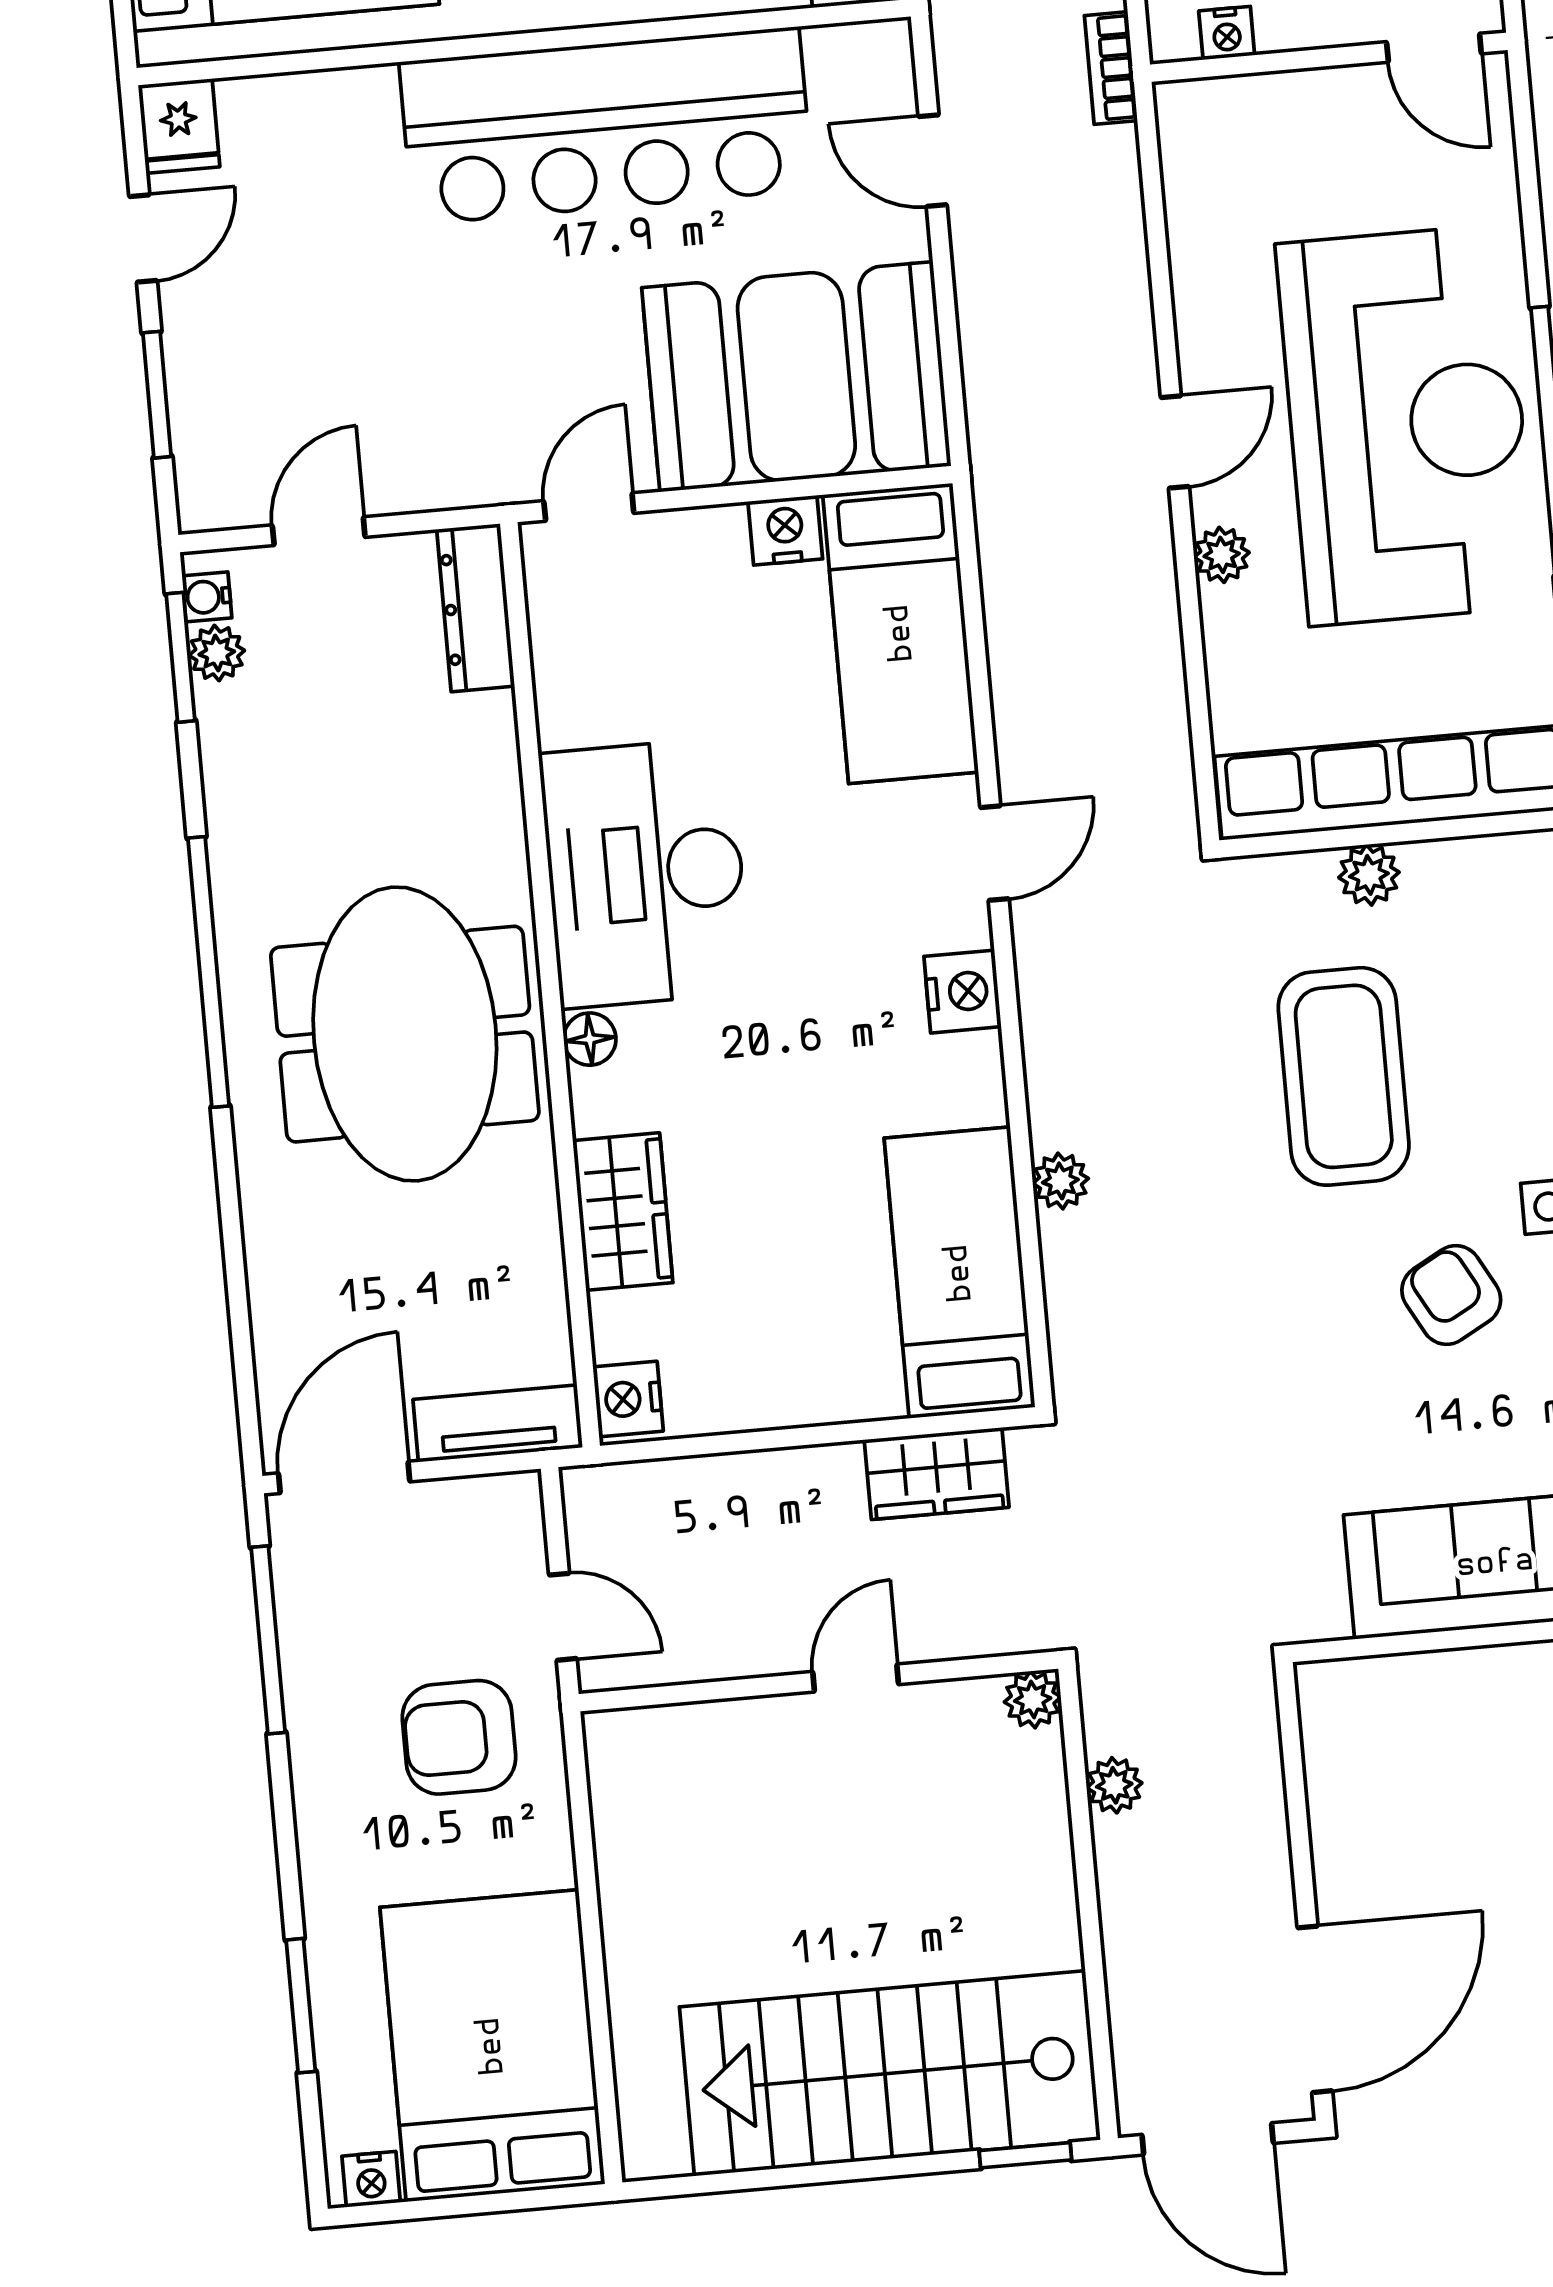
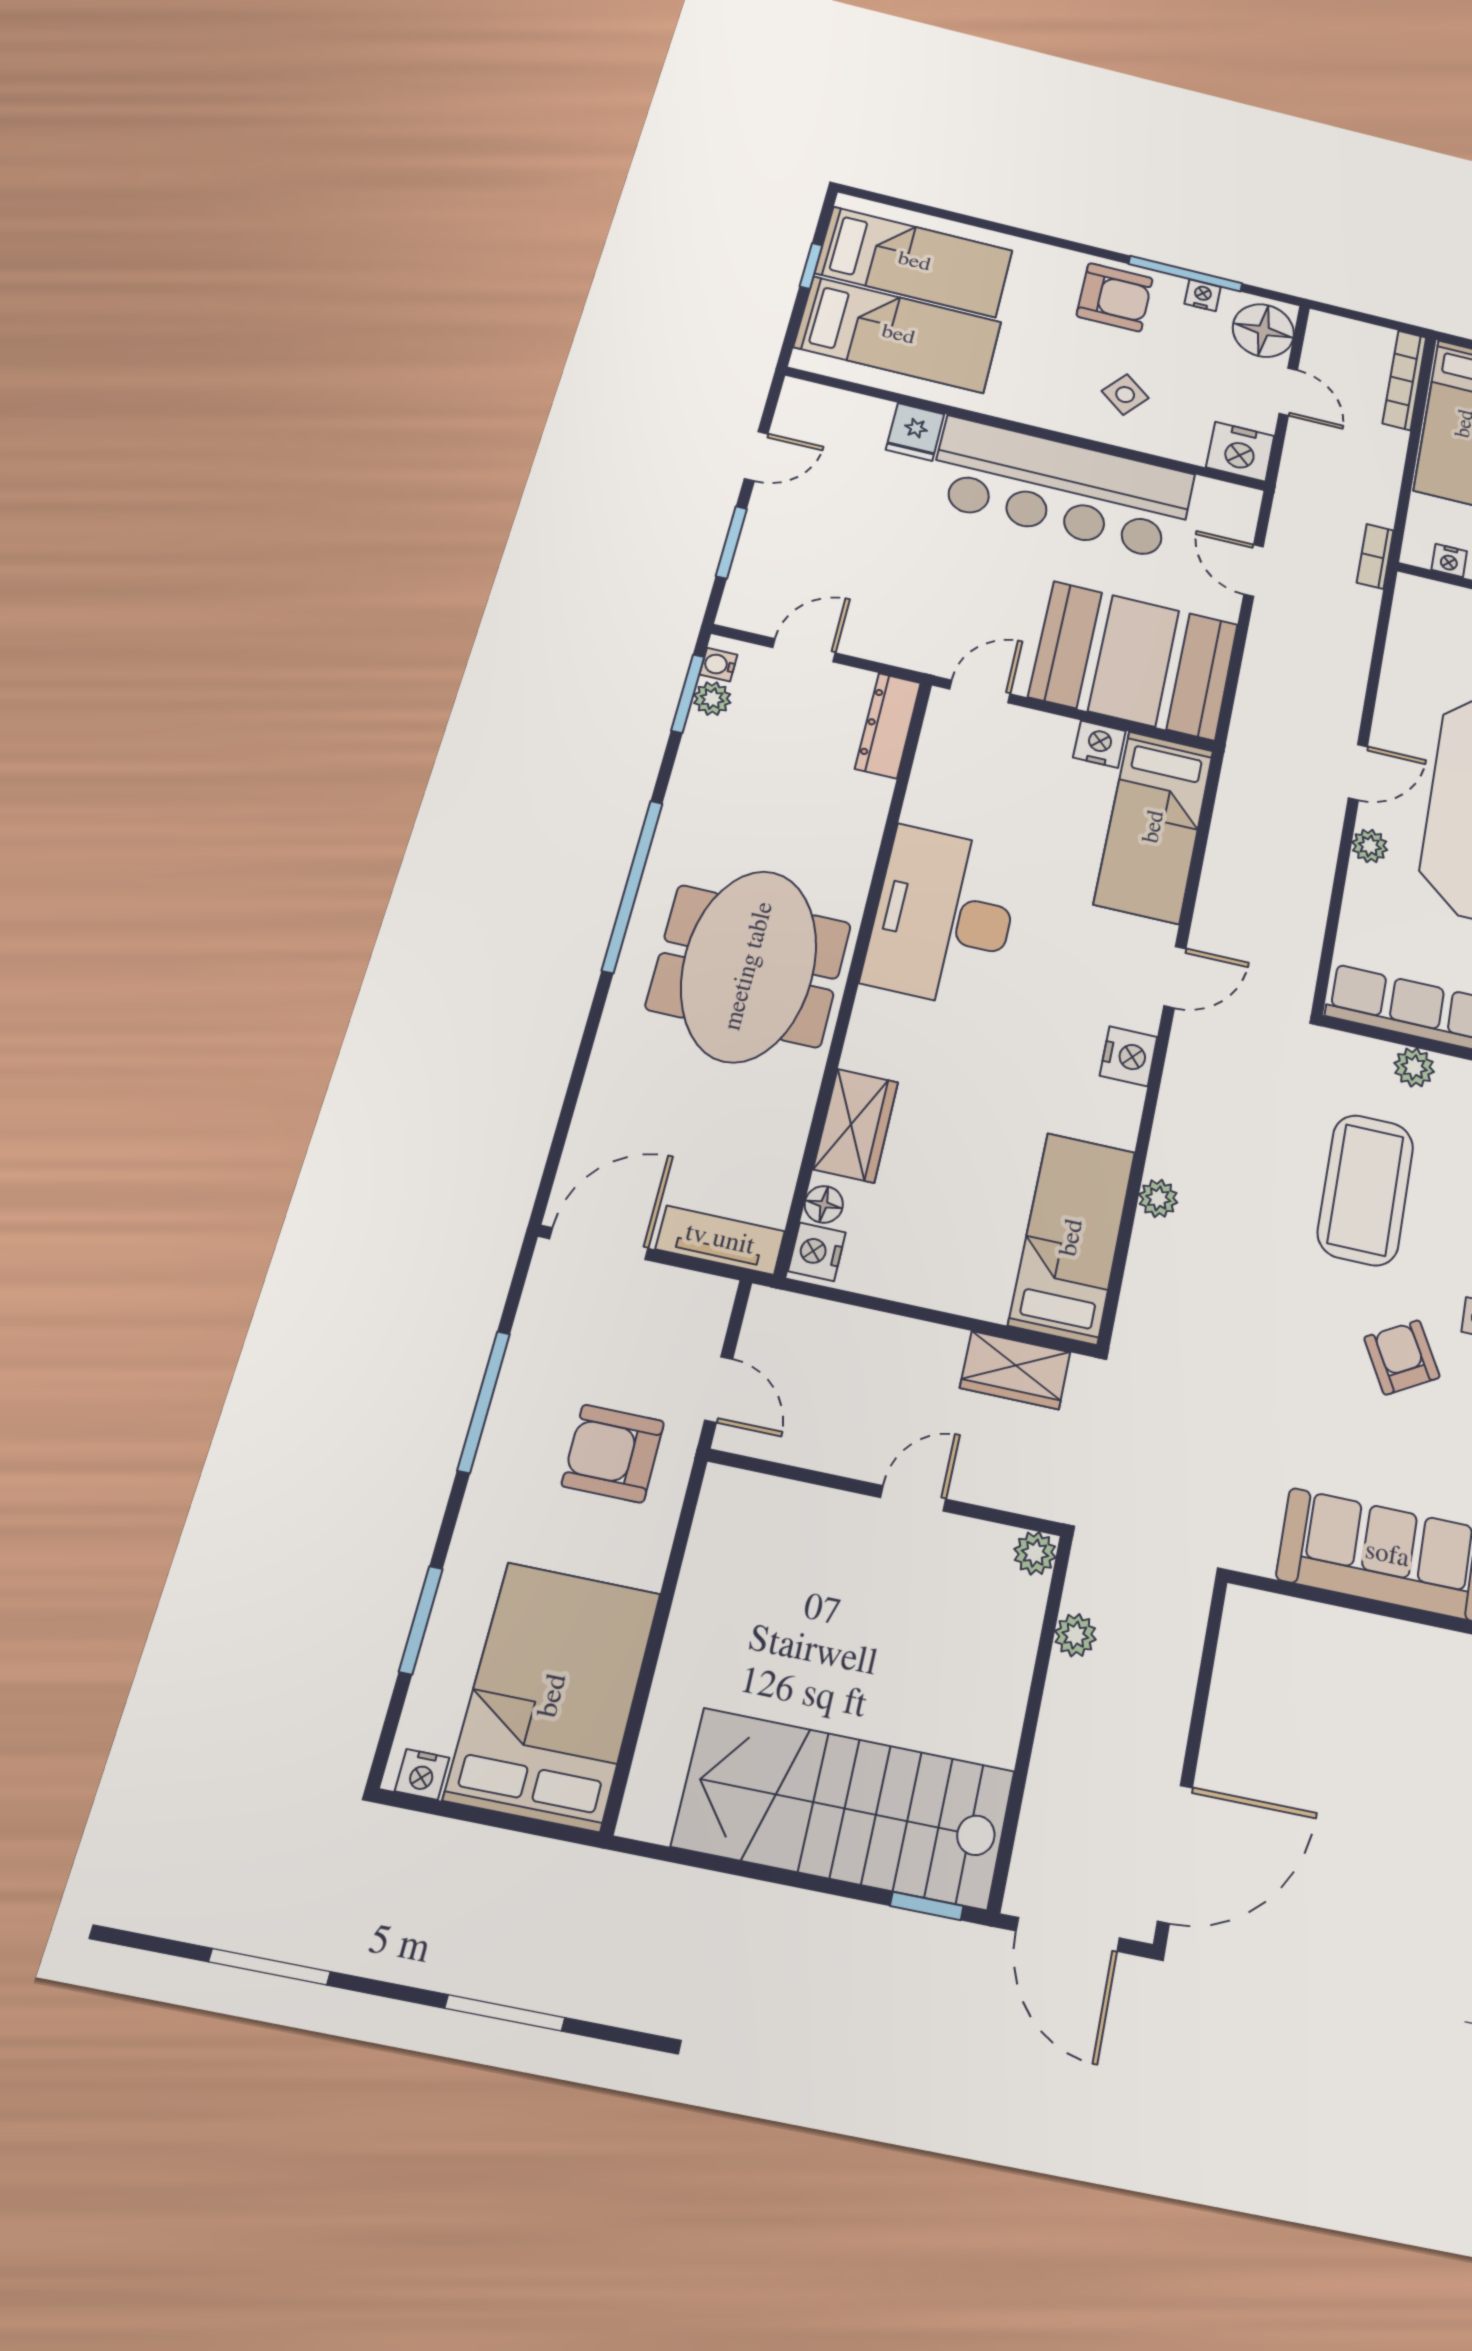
fridge: (179, 126) -> (915, 432), moved
floor lamp: (590, 1039) -> (824, 1204), moved
window: (268, 1640) -> (484, 1402), moved

